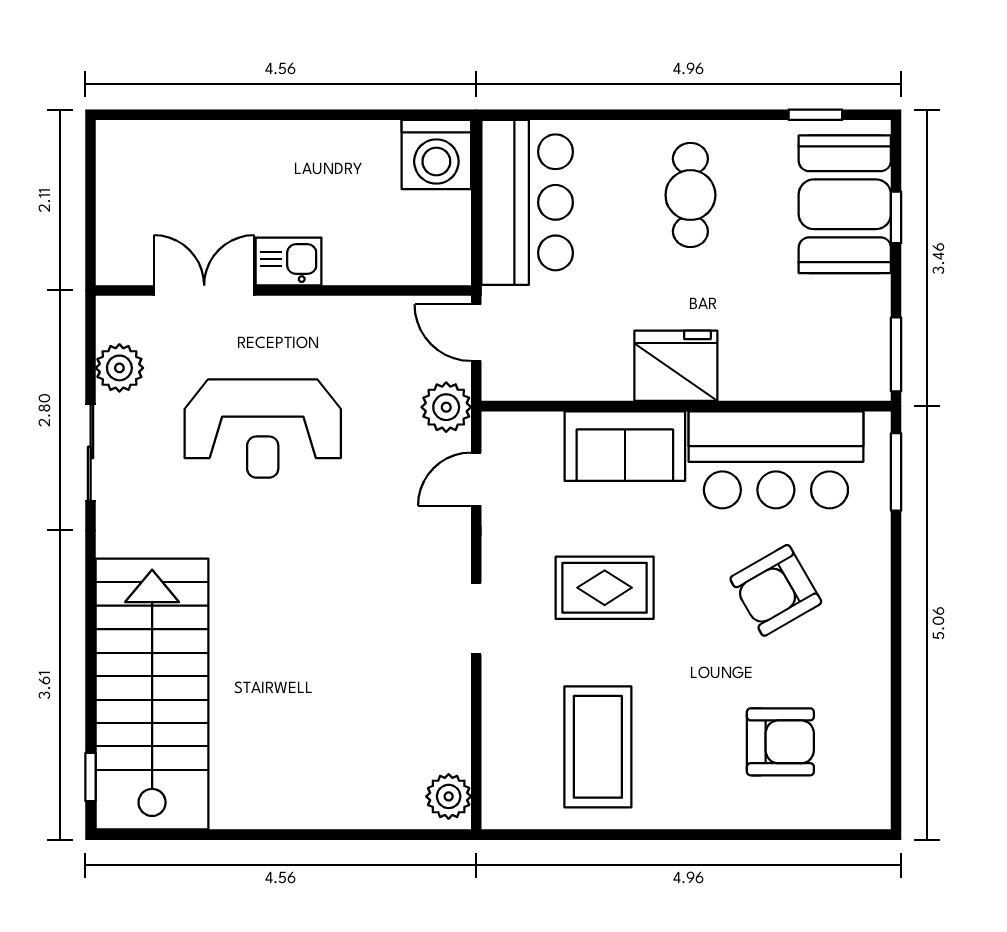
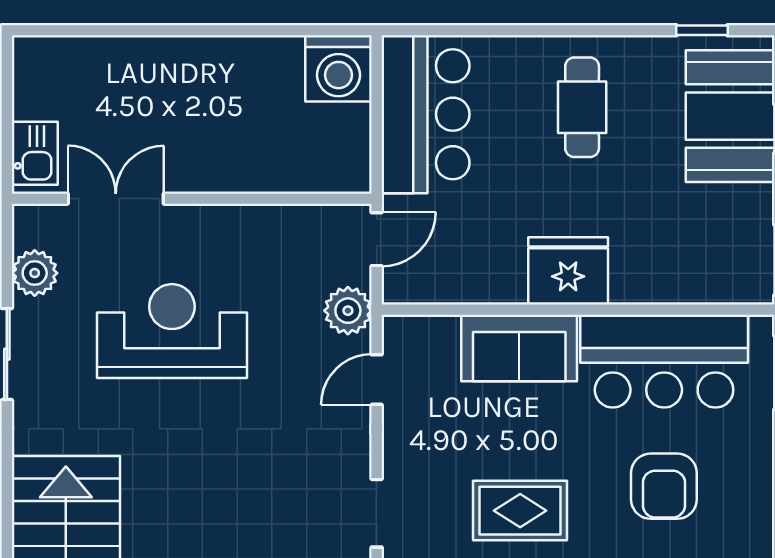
kitchen sink: (289, 261) -> (35, 153), moved, turned 90
door: (476, 333) -> (377, 239), swing flipped
reception desk: (263, 429) -> (172, 331), turned 180
rug: (605, 588) -> (520, 511), moved
armchair: (776, 590) -> (664, 486), turned -60

